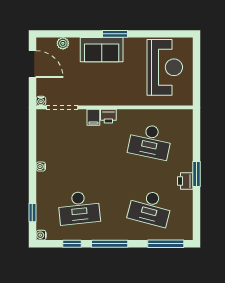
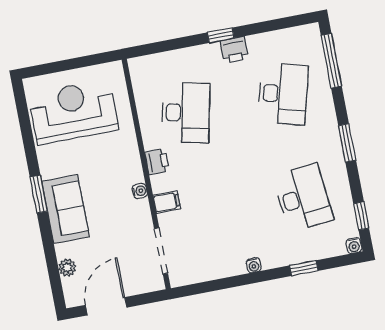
water cooler: (41, 101) -> (140, 191), moved
printer: (108, 116) -> (157, 162), moved
window: (197, 174) -> (221, 35), width x0.67
window: (32, 213) -> (304, 268), moved
window: (72, 244) -> (361, 216), moved
window: (110, 244) -> (347, 143), width x0.69

